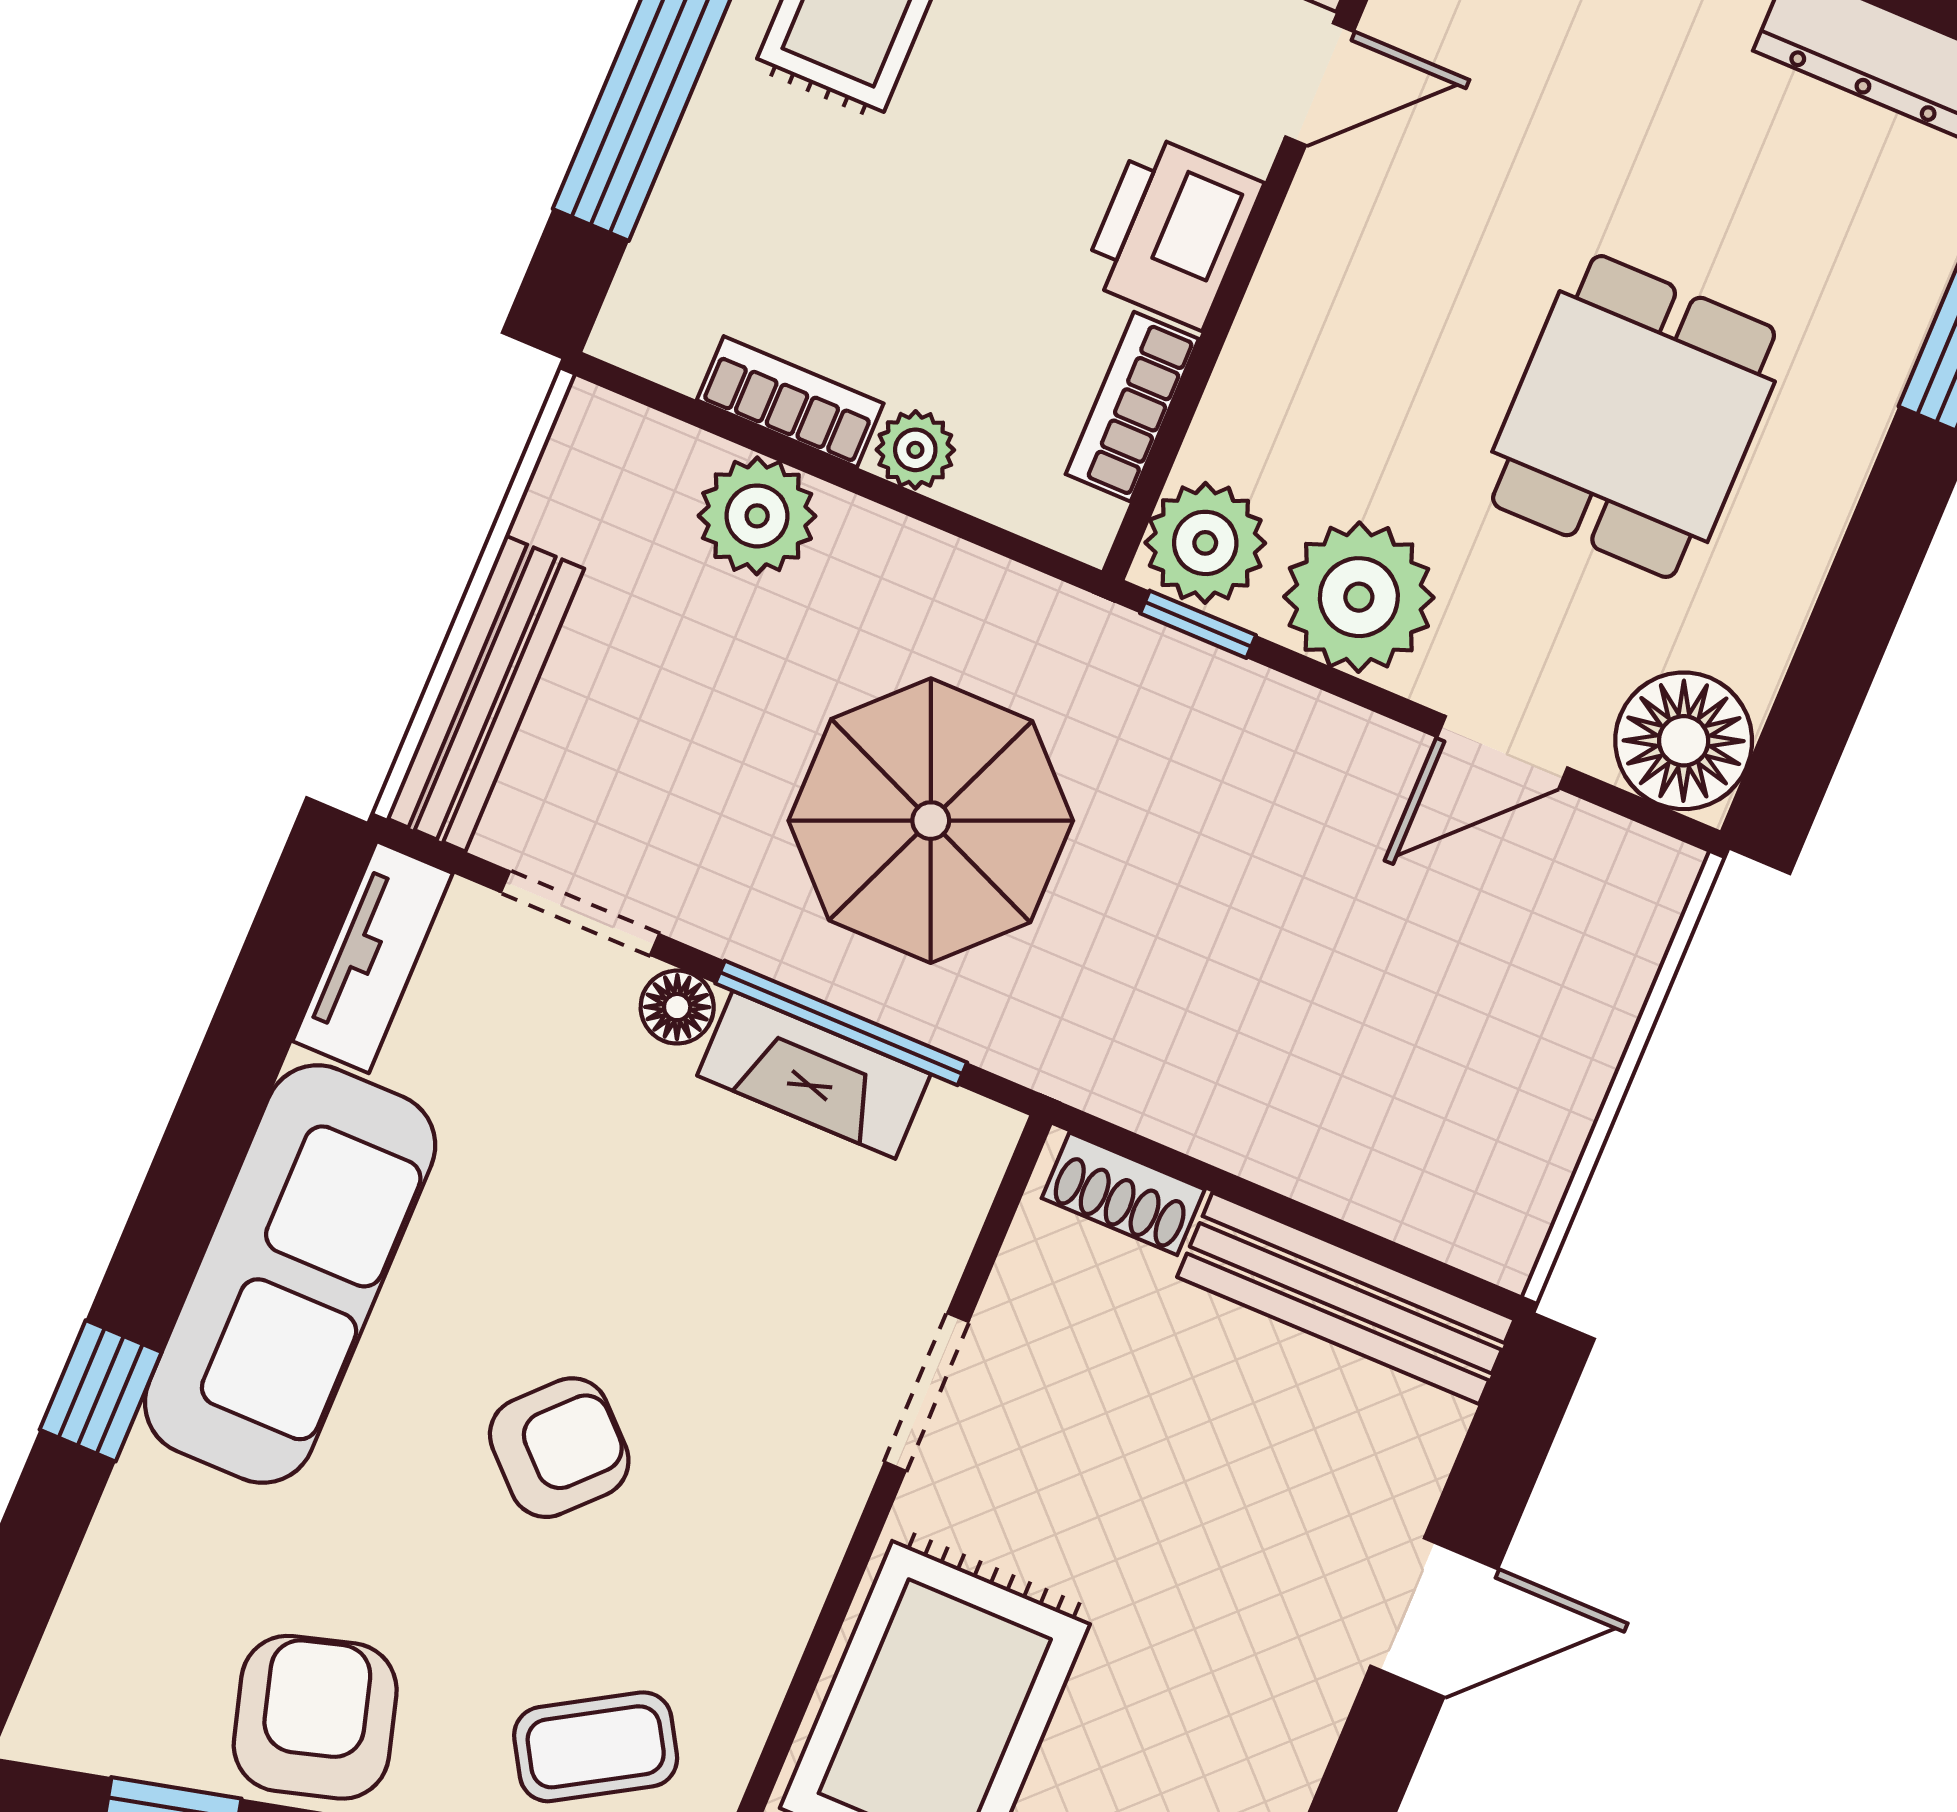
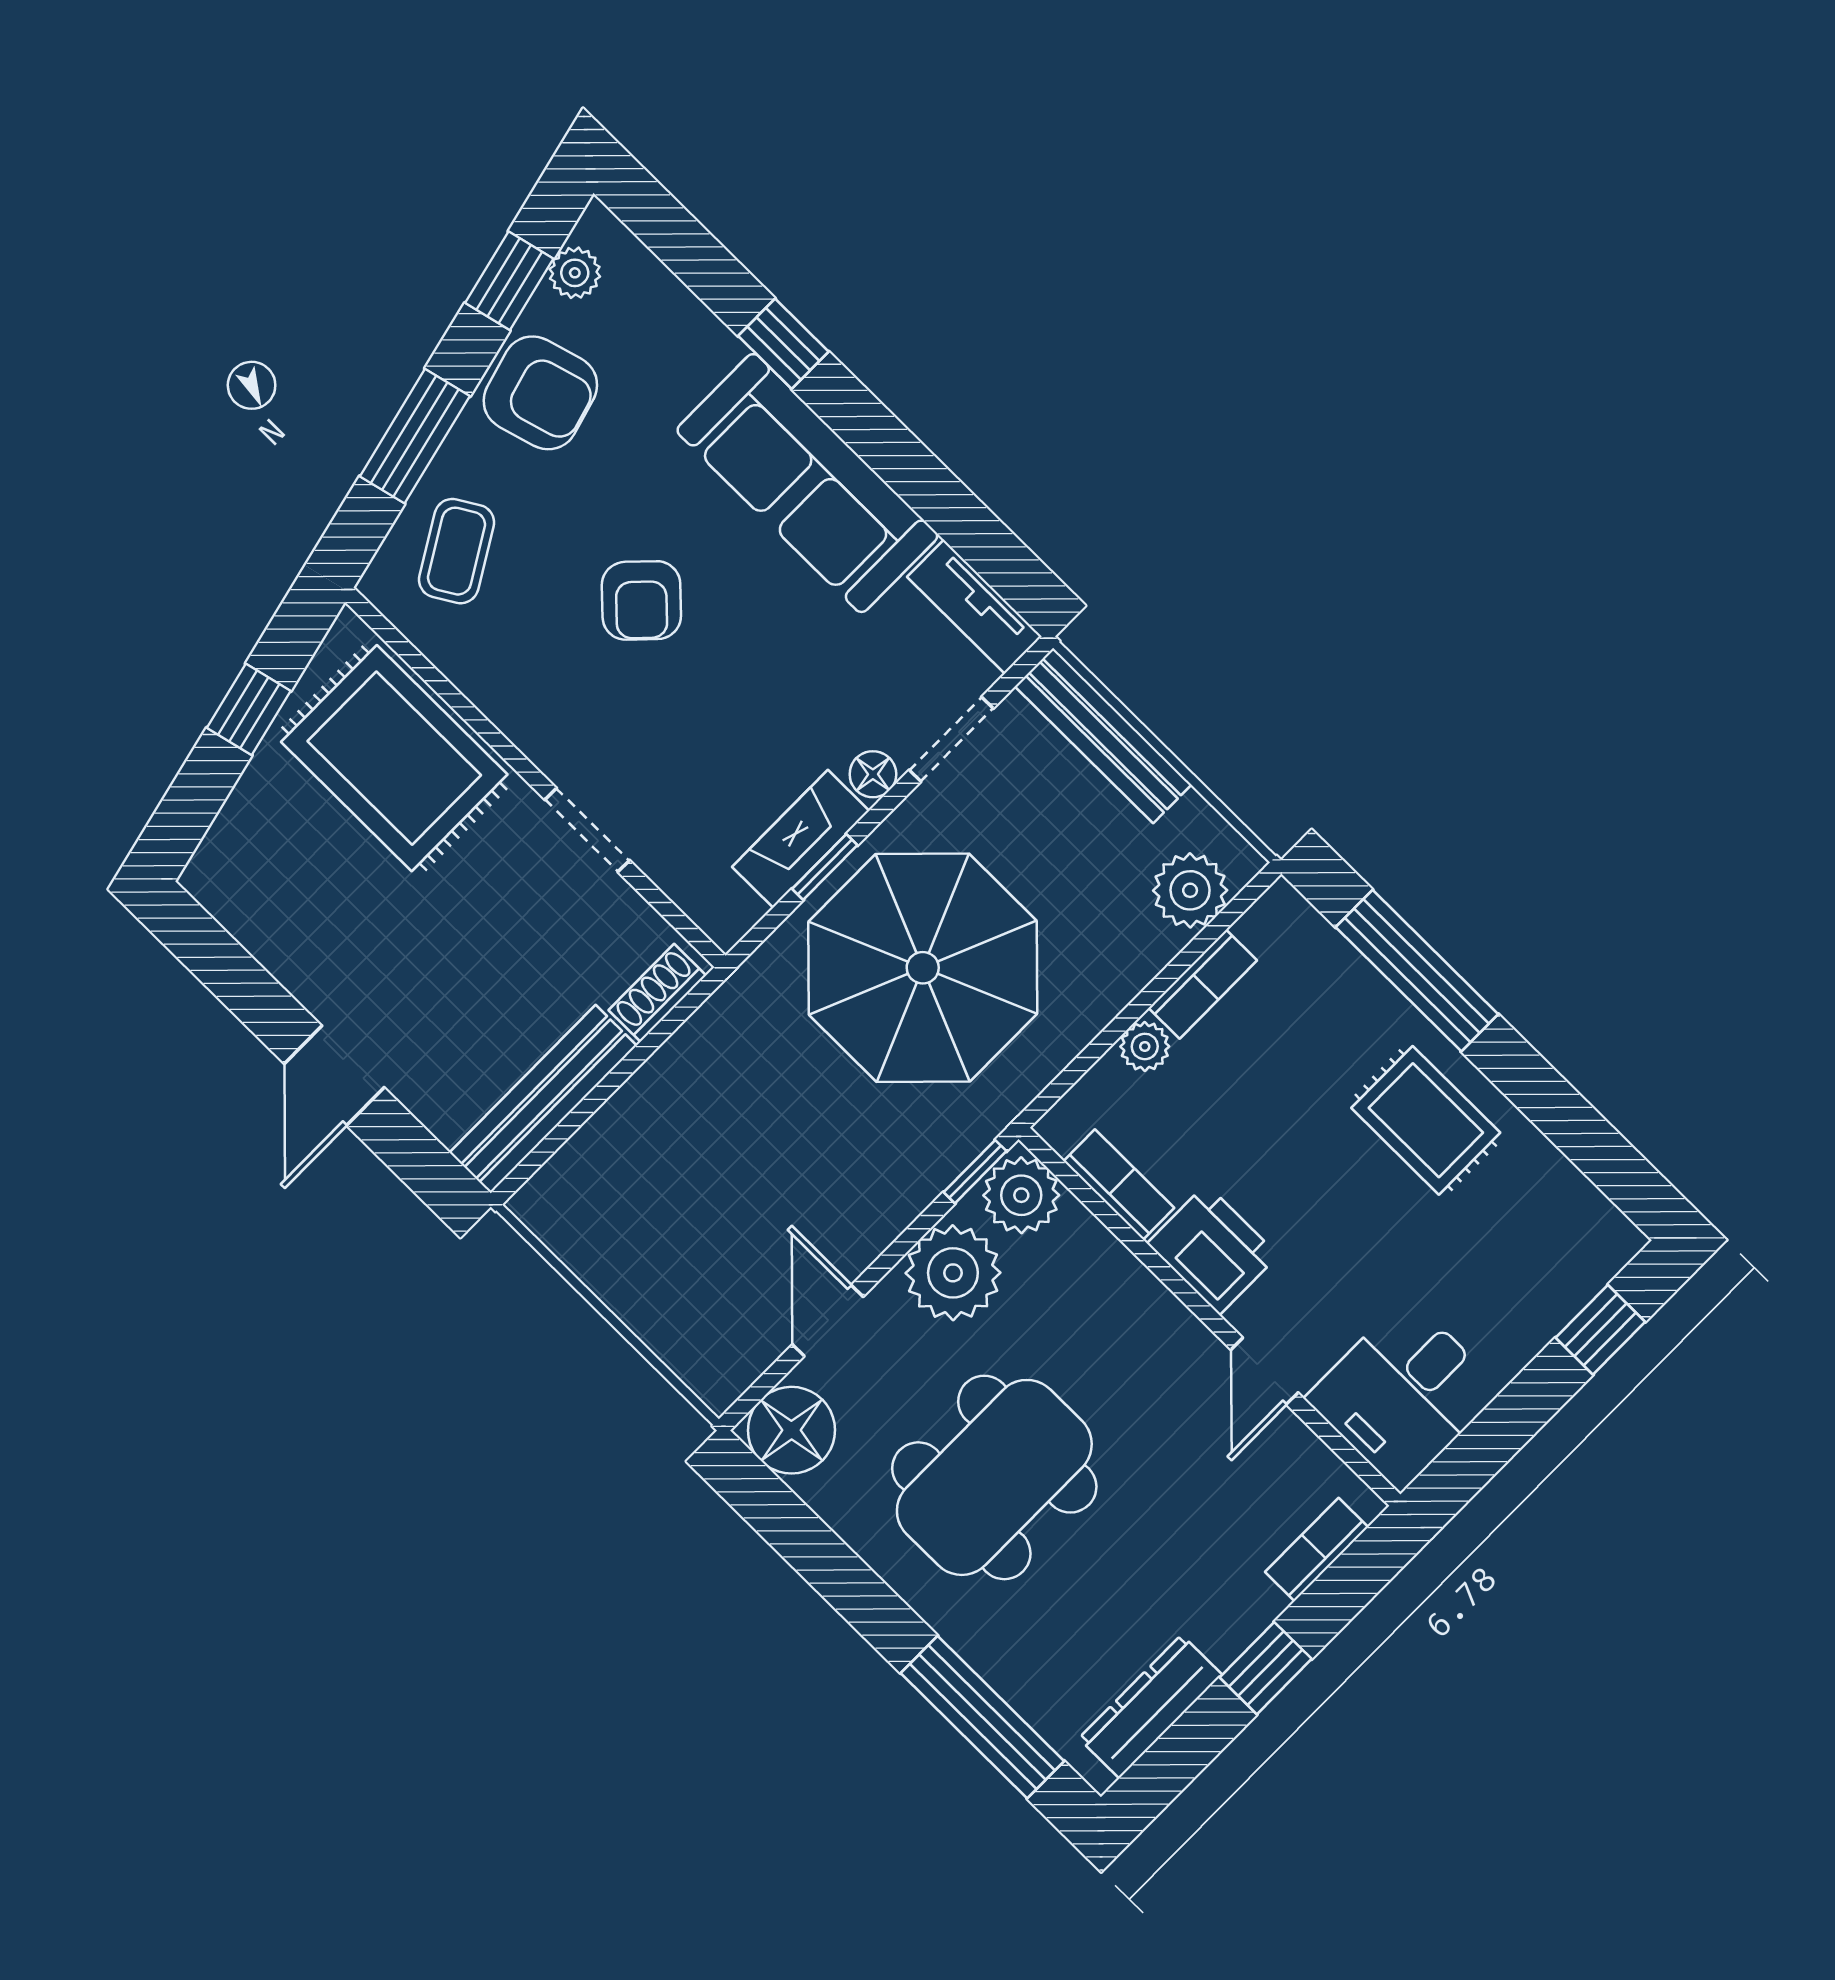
dining table: (1634, 417) -> (994, 1477), width x1.38
plant: (757, 516) -> (1190, 890), moved
parasol: (931, 821) -> (923, 968), width x1.36, depth x1.36
window: (841, 1023) -> (825, 867), width x0.46
plant: (119, 1737) -> (575, 273), added

